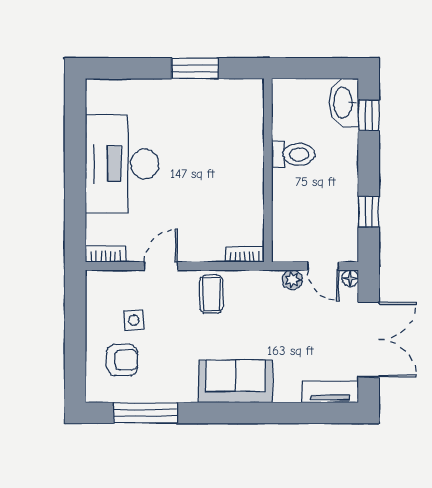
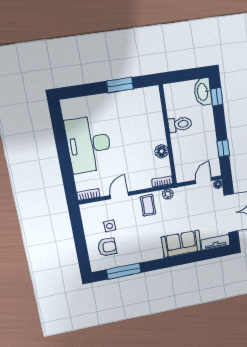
floor lamp: (252, 198) -> (162, 151), added
door: (323, 266) -> (204, 180), swing flipped
plant: (292, 280) -> (168, 194), moved
sofa: (236, 381) -> (181, 244), moved

